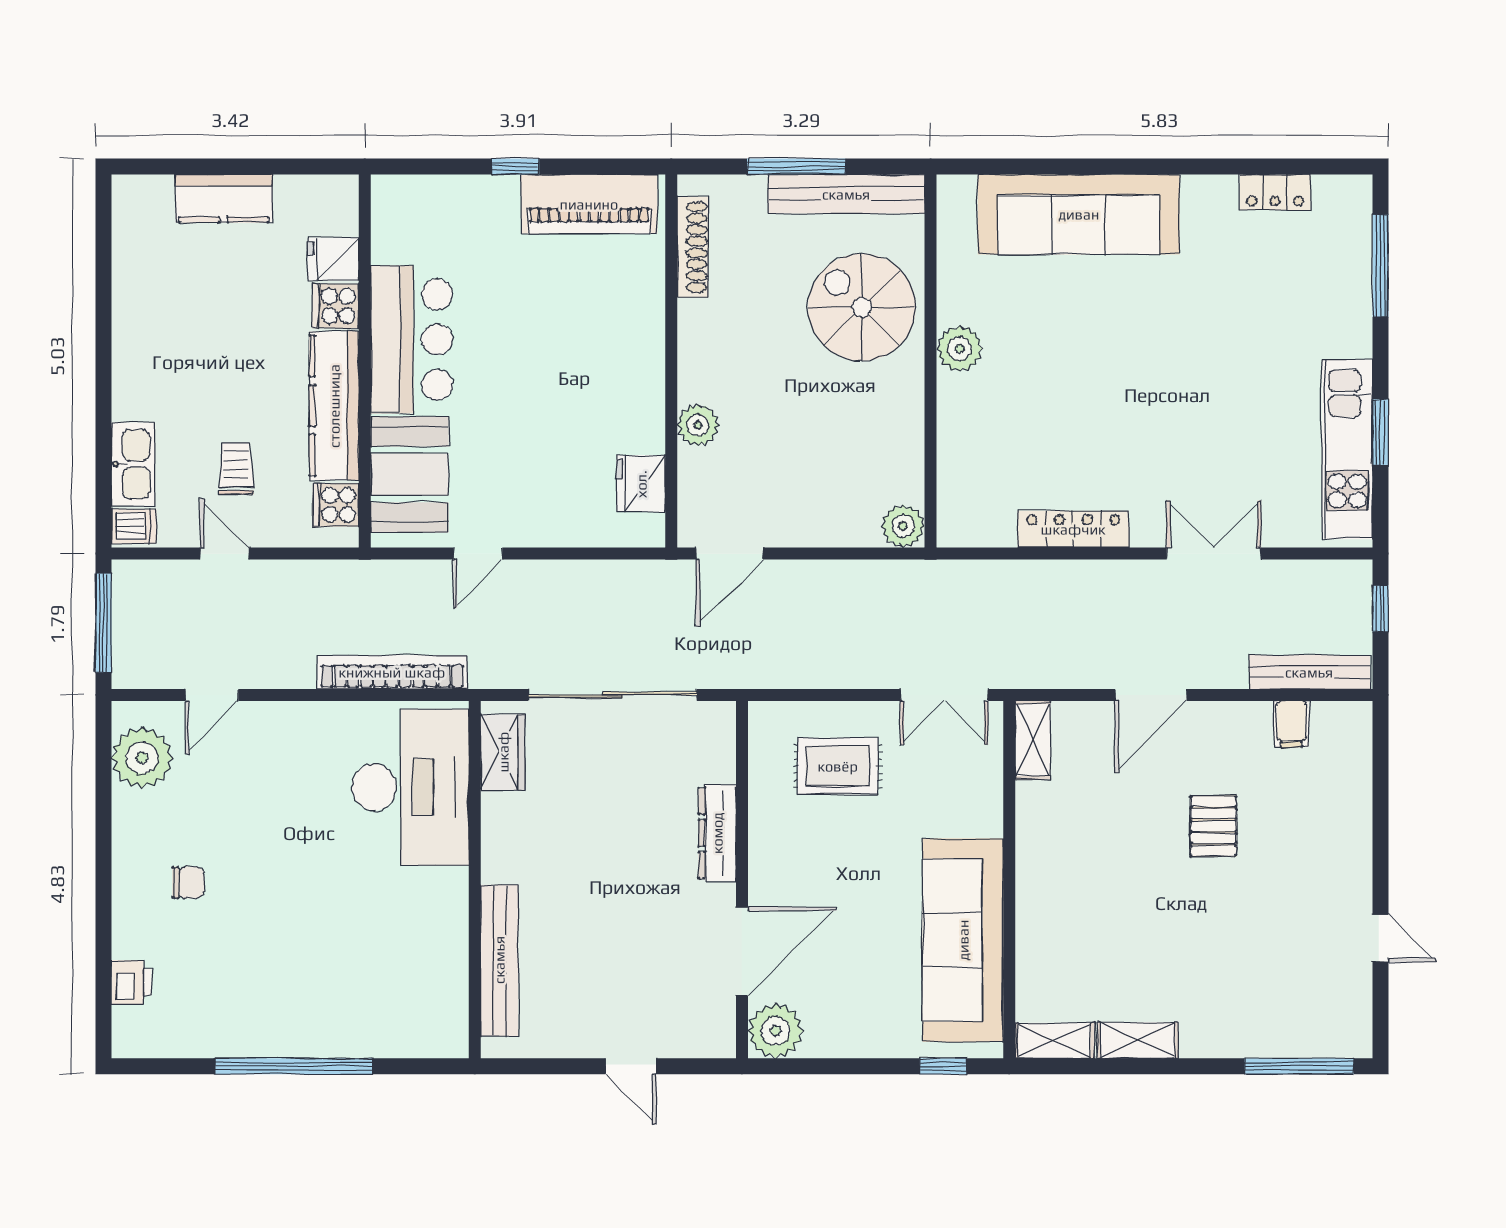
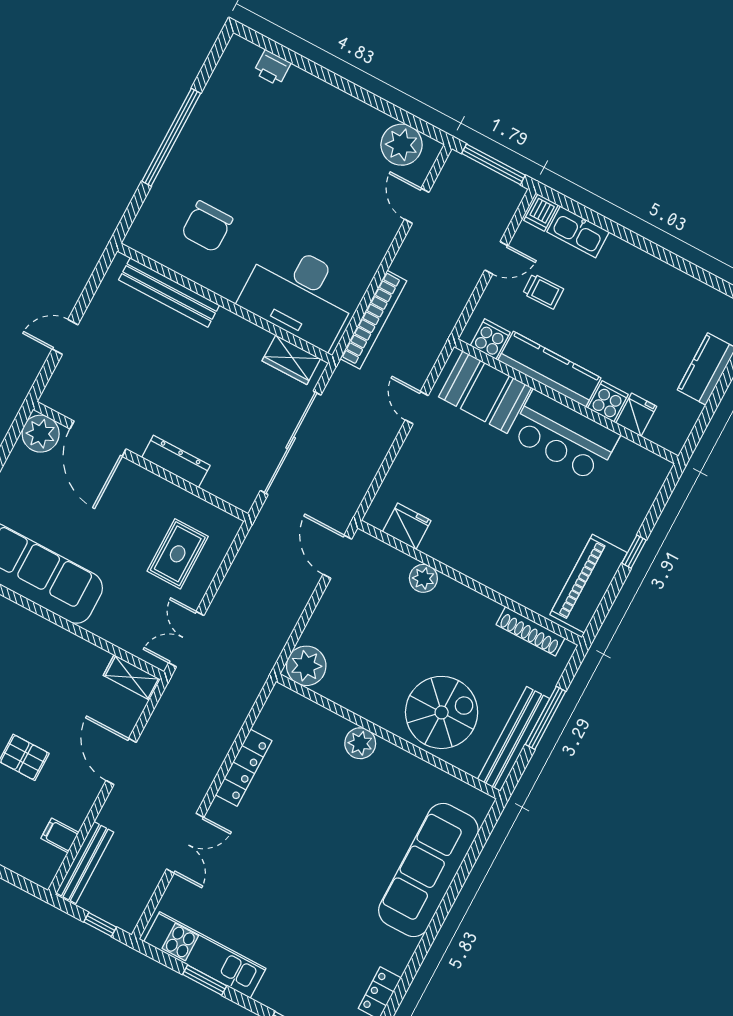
plant: (959, 349) -> (360, 743), moved
plant: (903, 526) -> (306, 666), width x1.36, depth x1.36
chair: (188, 883) -> (207, 227), moved, width x1.87, depth x1.87

